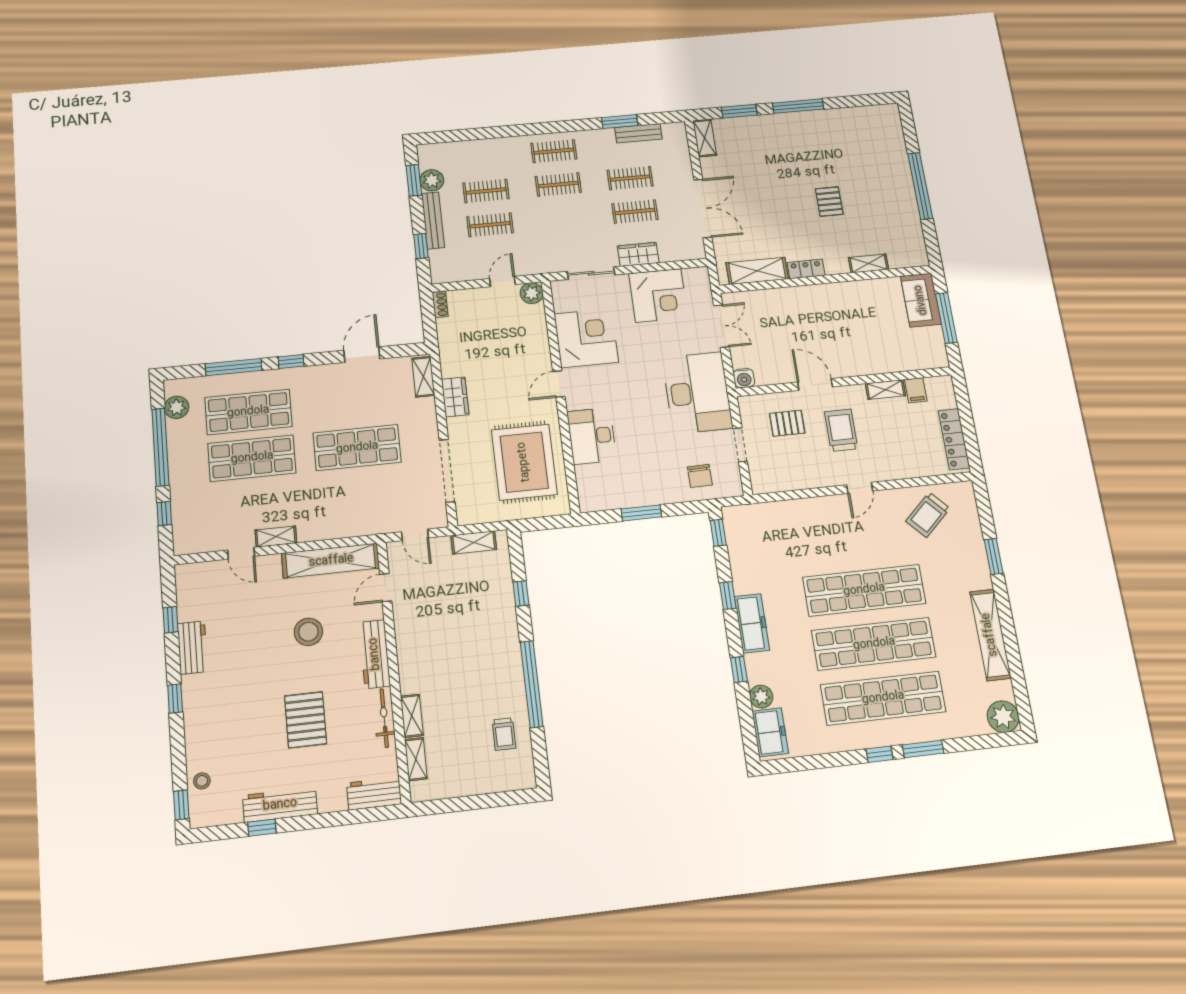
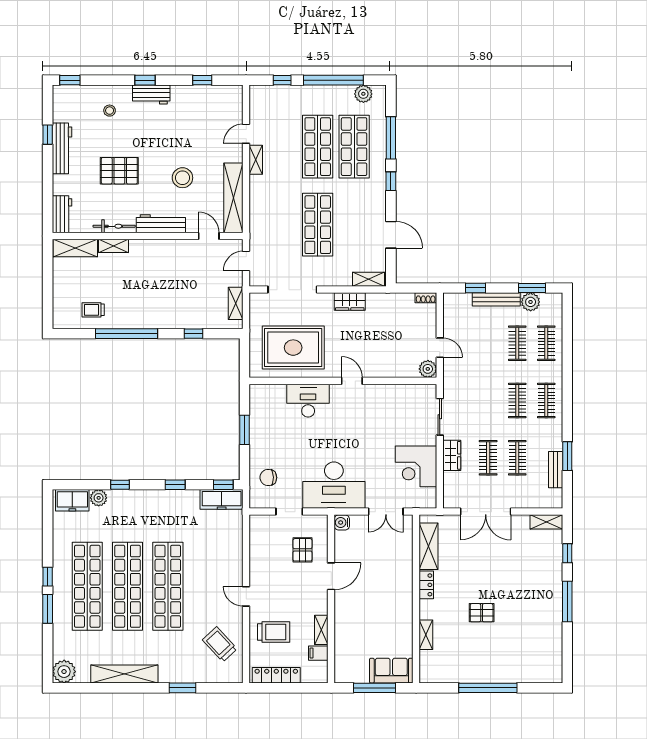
window: (739, 111) -> (567, 553), width x0.67
clothes rail: (490, 225) -> (546, 343), moved
corner desk: (586, 338) -> (387, 406), removed
trolley: (841, 430) -> (274, 632), moved
freezer: (752, 623) -> (222, 499), moved
workbench: (192, 648) -> (151, 95), moved
shelving: (416, 759) -> (75, 248), width x1.50, depth x1.33
stool: (202, 781) -> (110, 111), moved

